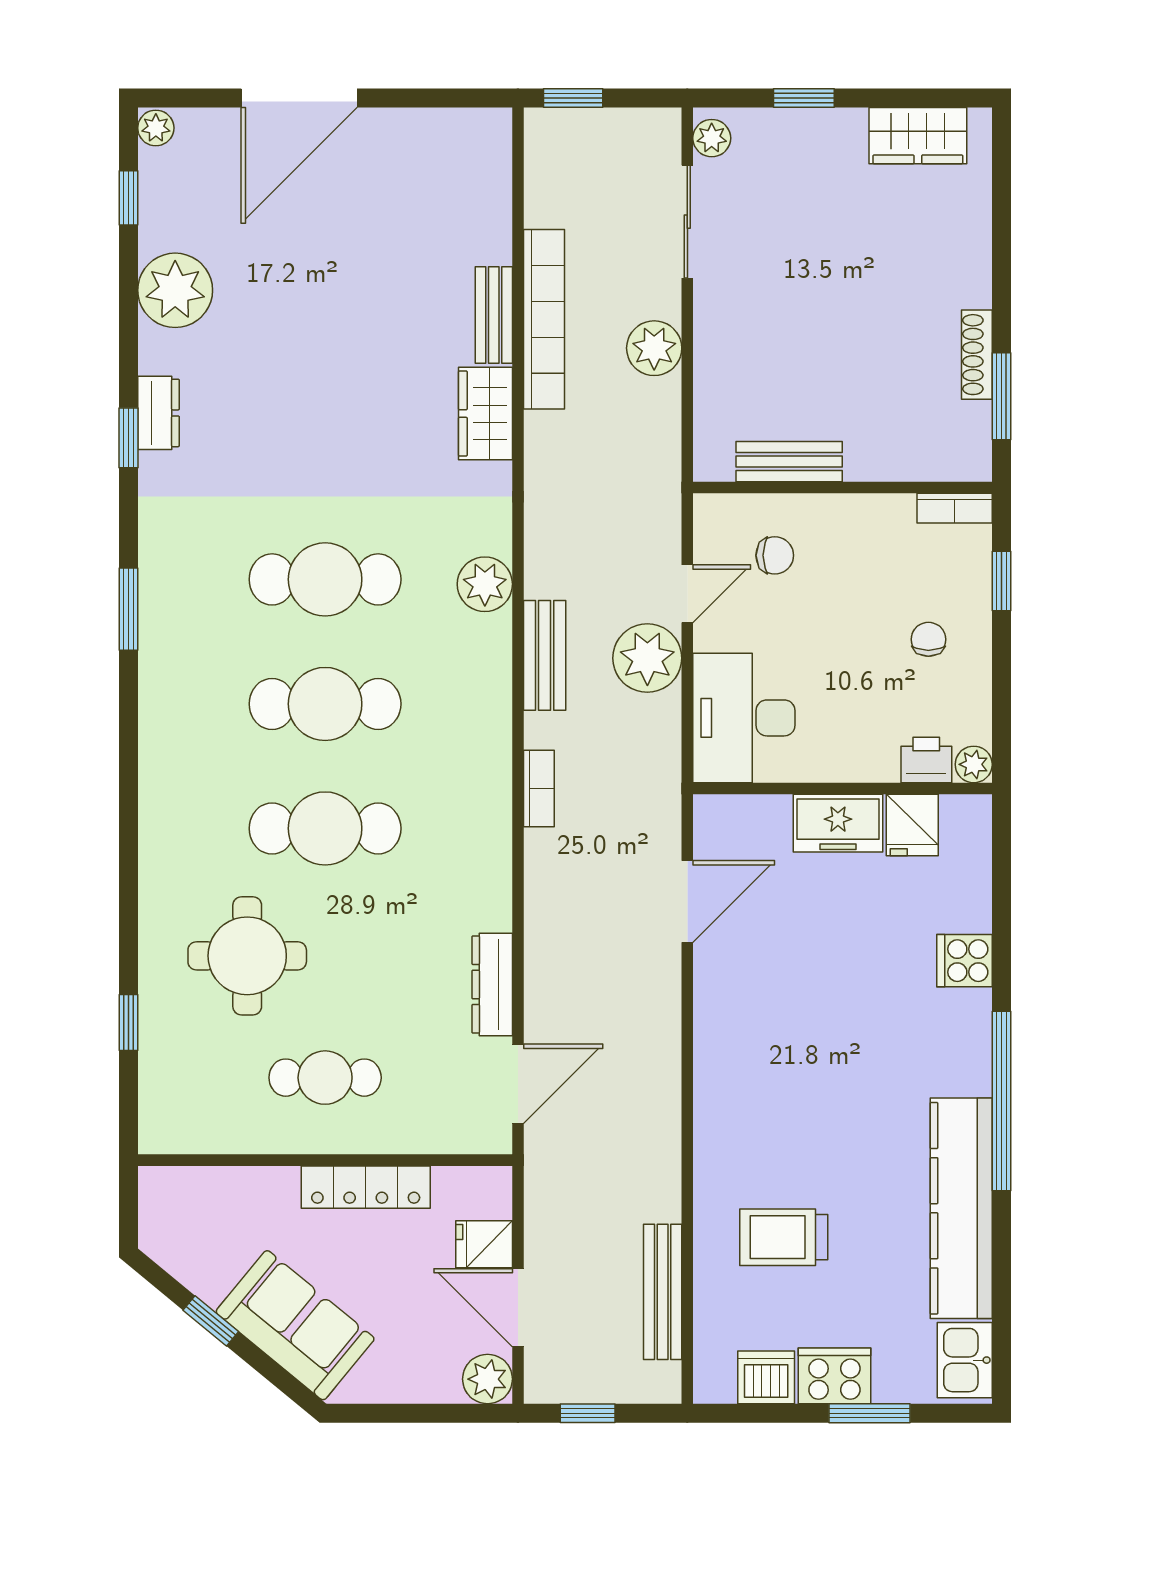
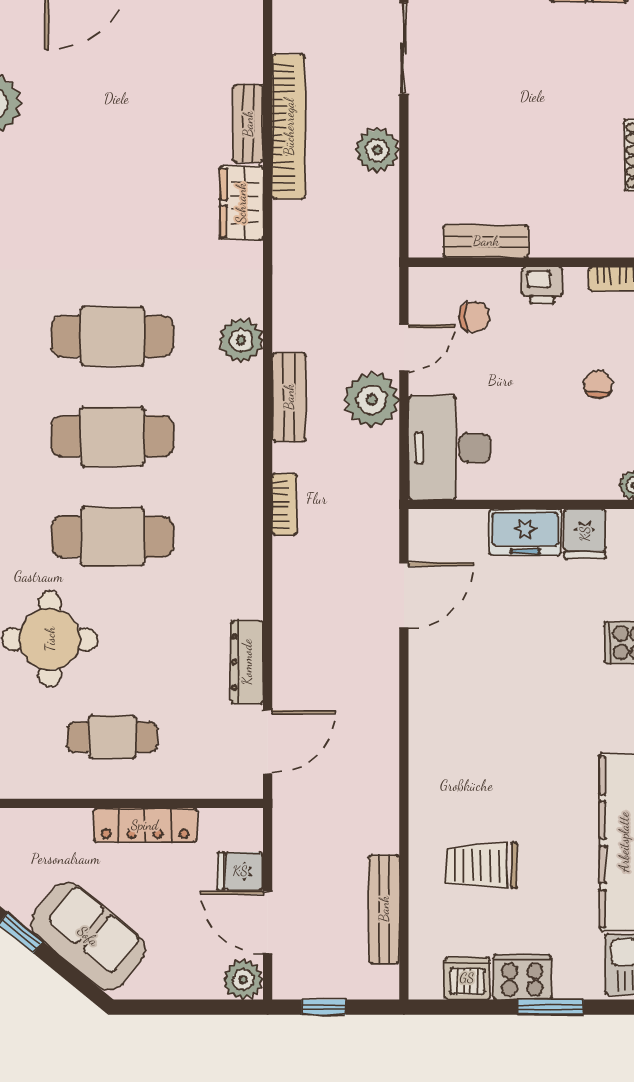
printer: (926, 760) -> (542, 285), moved, turned 180

